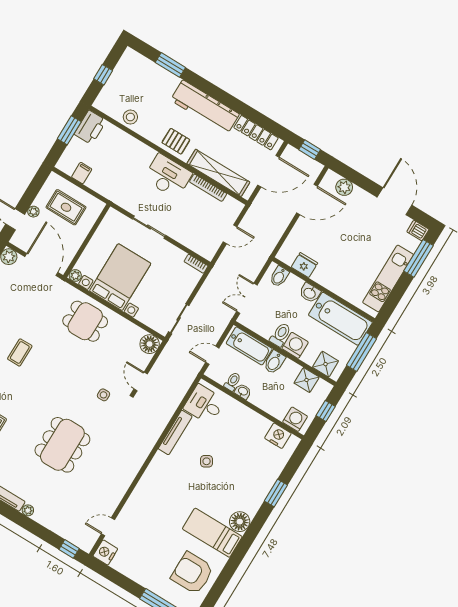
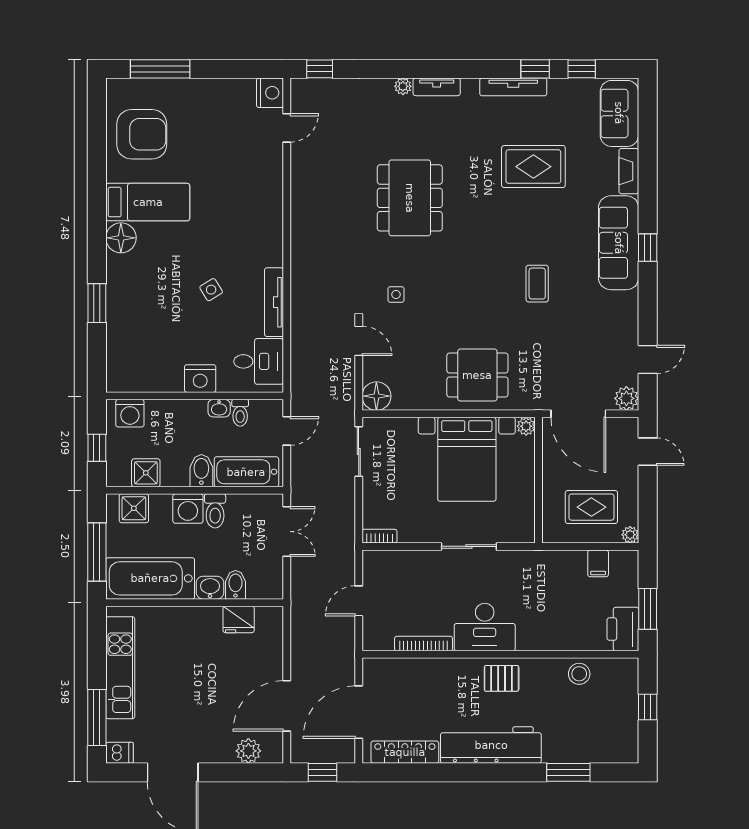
shelving: (218, 173) -> (422, 671), removed
plant: (33, 212) -> (630, 535), moved
bidet: (279, 277) -> (235, 585), moved
nightstand: (278, 436) -> (200, 379), moved

